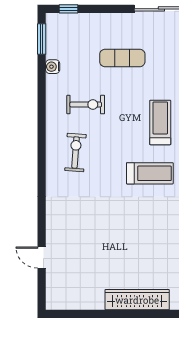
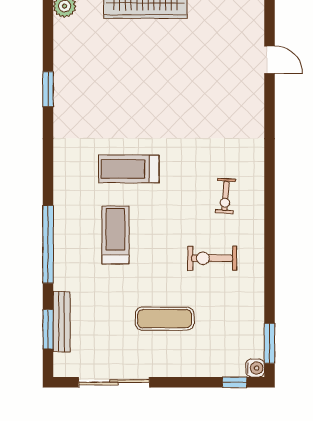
water cooler: (53, 67) -> (255, 368), moved
treadmill: (160, 122) -> (115, 235), turned 180
exercise bike: (75, 152) -> (225, 196), width x0.73, depth x0.72

